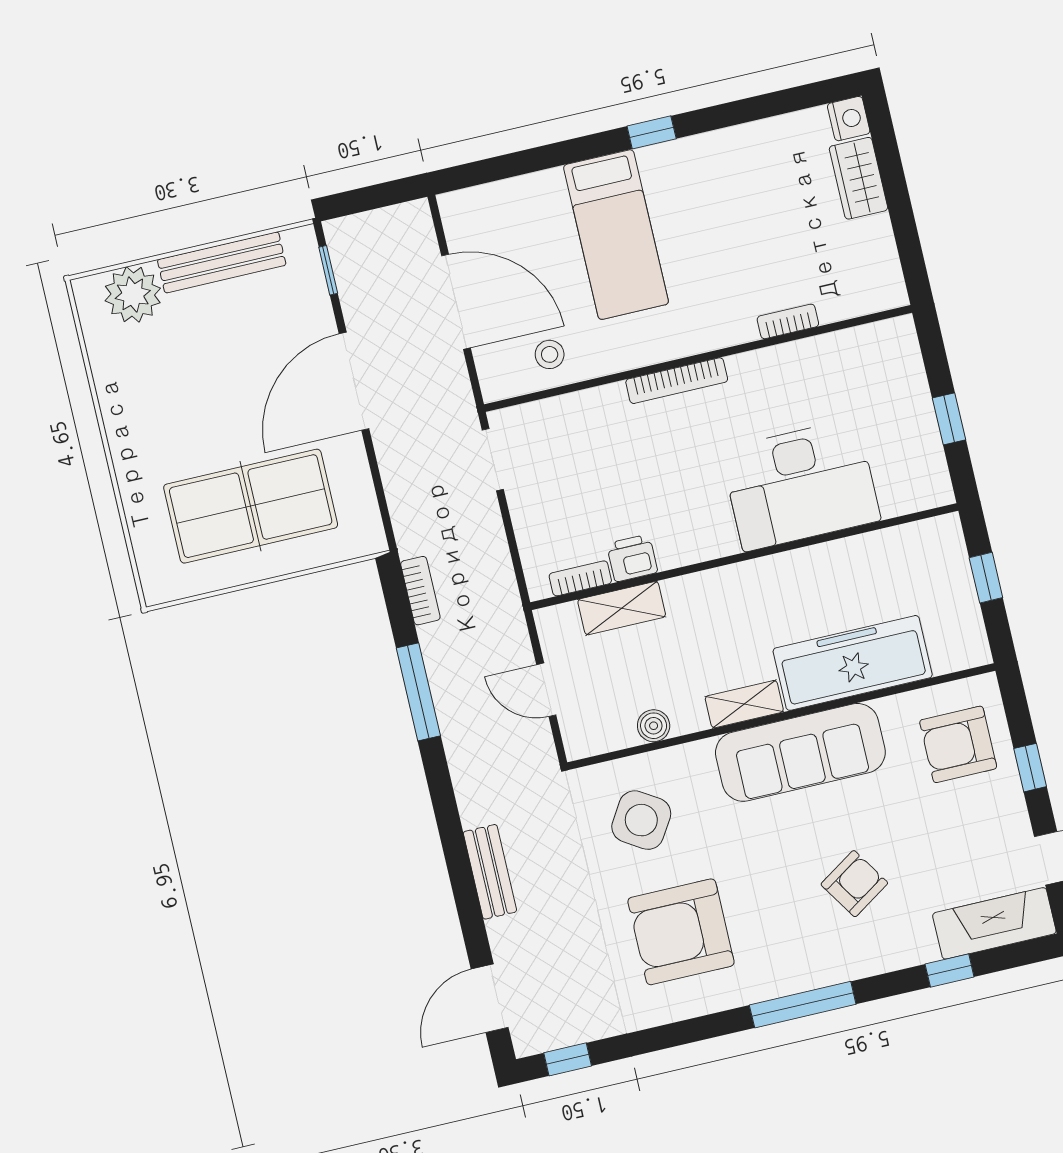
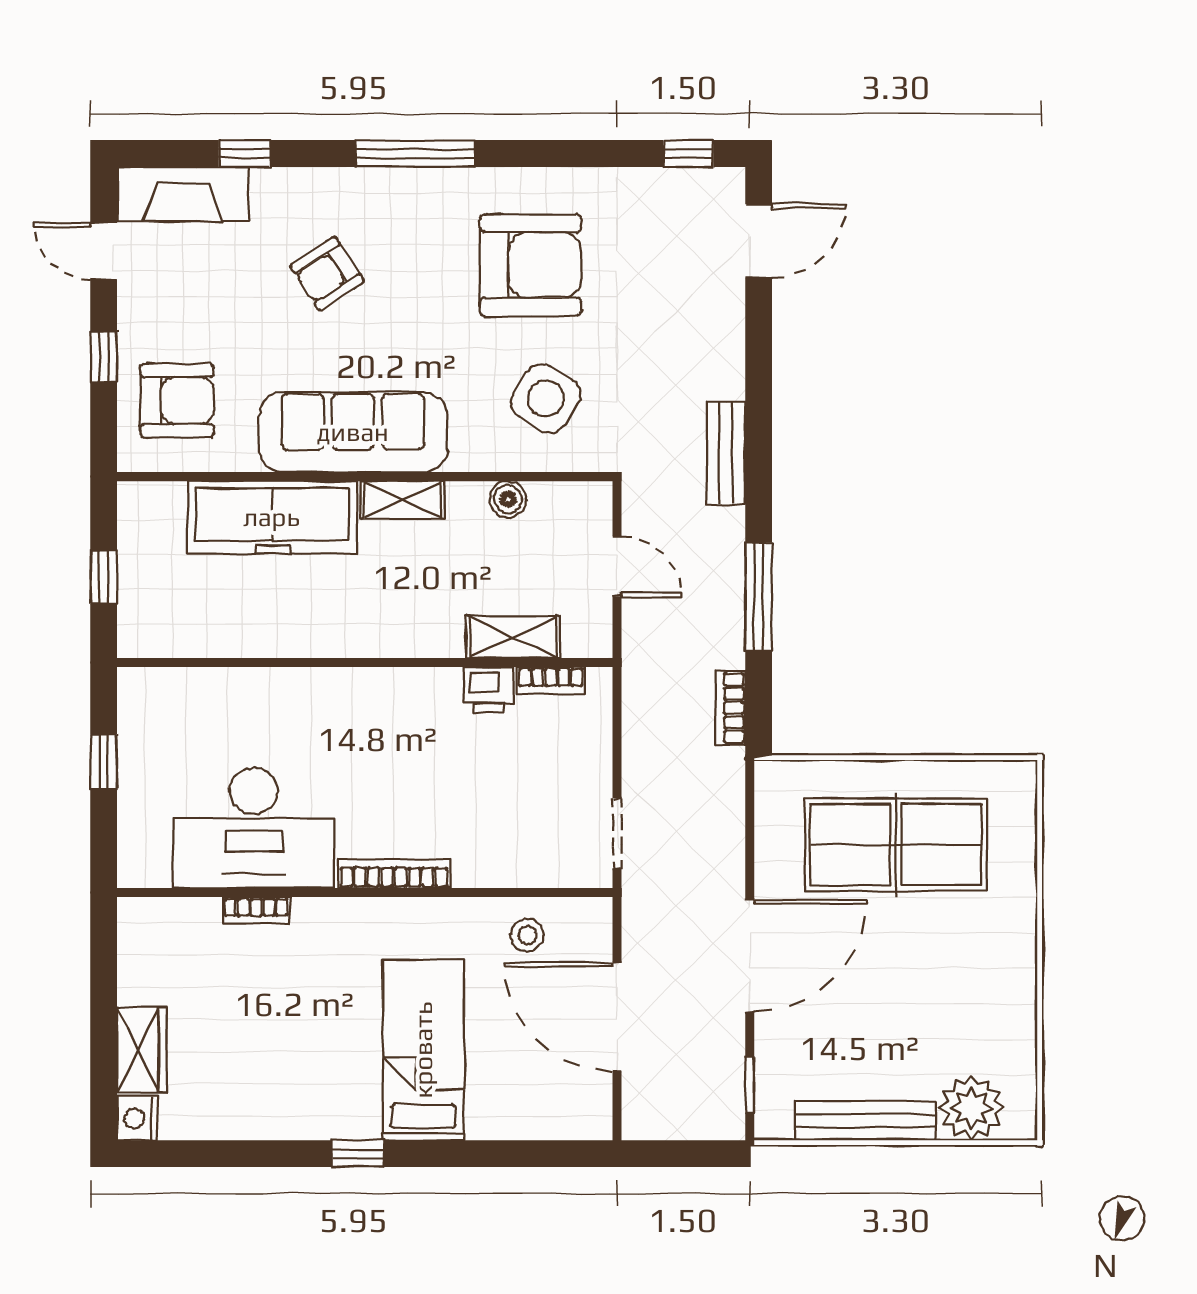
desk: (800, 485) -> (254, 828), moved, turned 180
bench: (490, 872) -> (726, 453), moved

